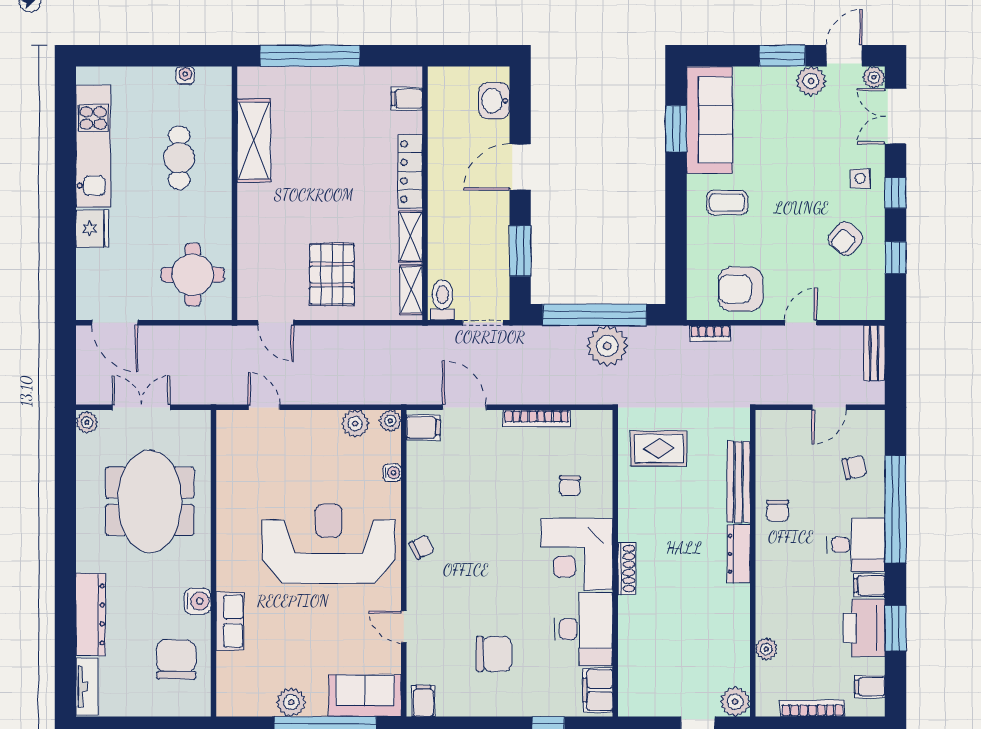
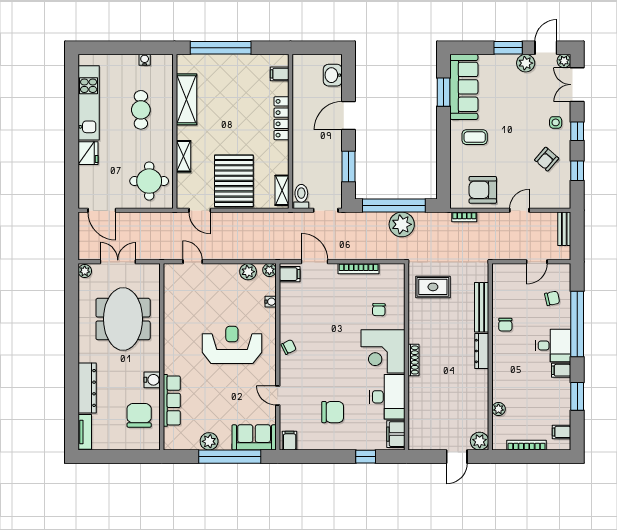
shelving: (411, 237) -> (183, 156), moved
pallet: (332, 274) -> (234, 181), width x1.37, depth x1.41
reception desk: (329, 544) -> (232, 345), width x0.74, depth x0.77
row of seats: (230, 621) -> (172, 400), width x1.48
printer: (864, 628) -> (558, 396), removed

